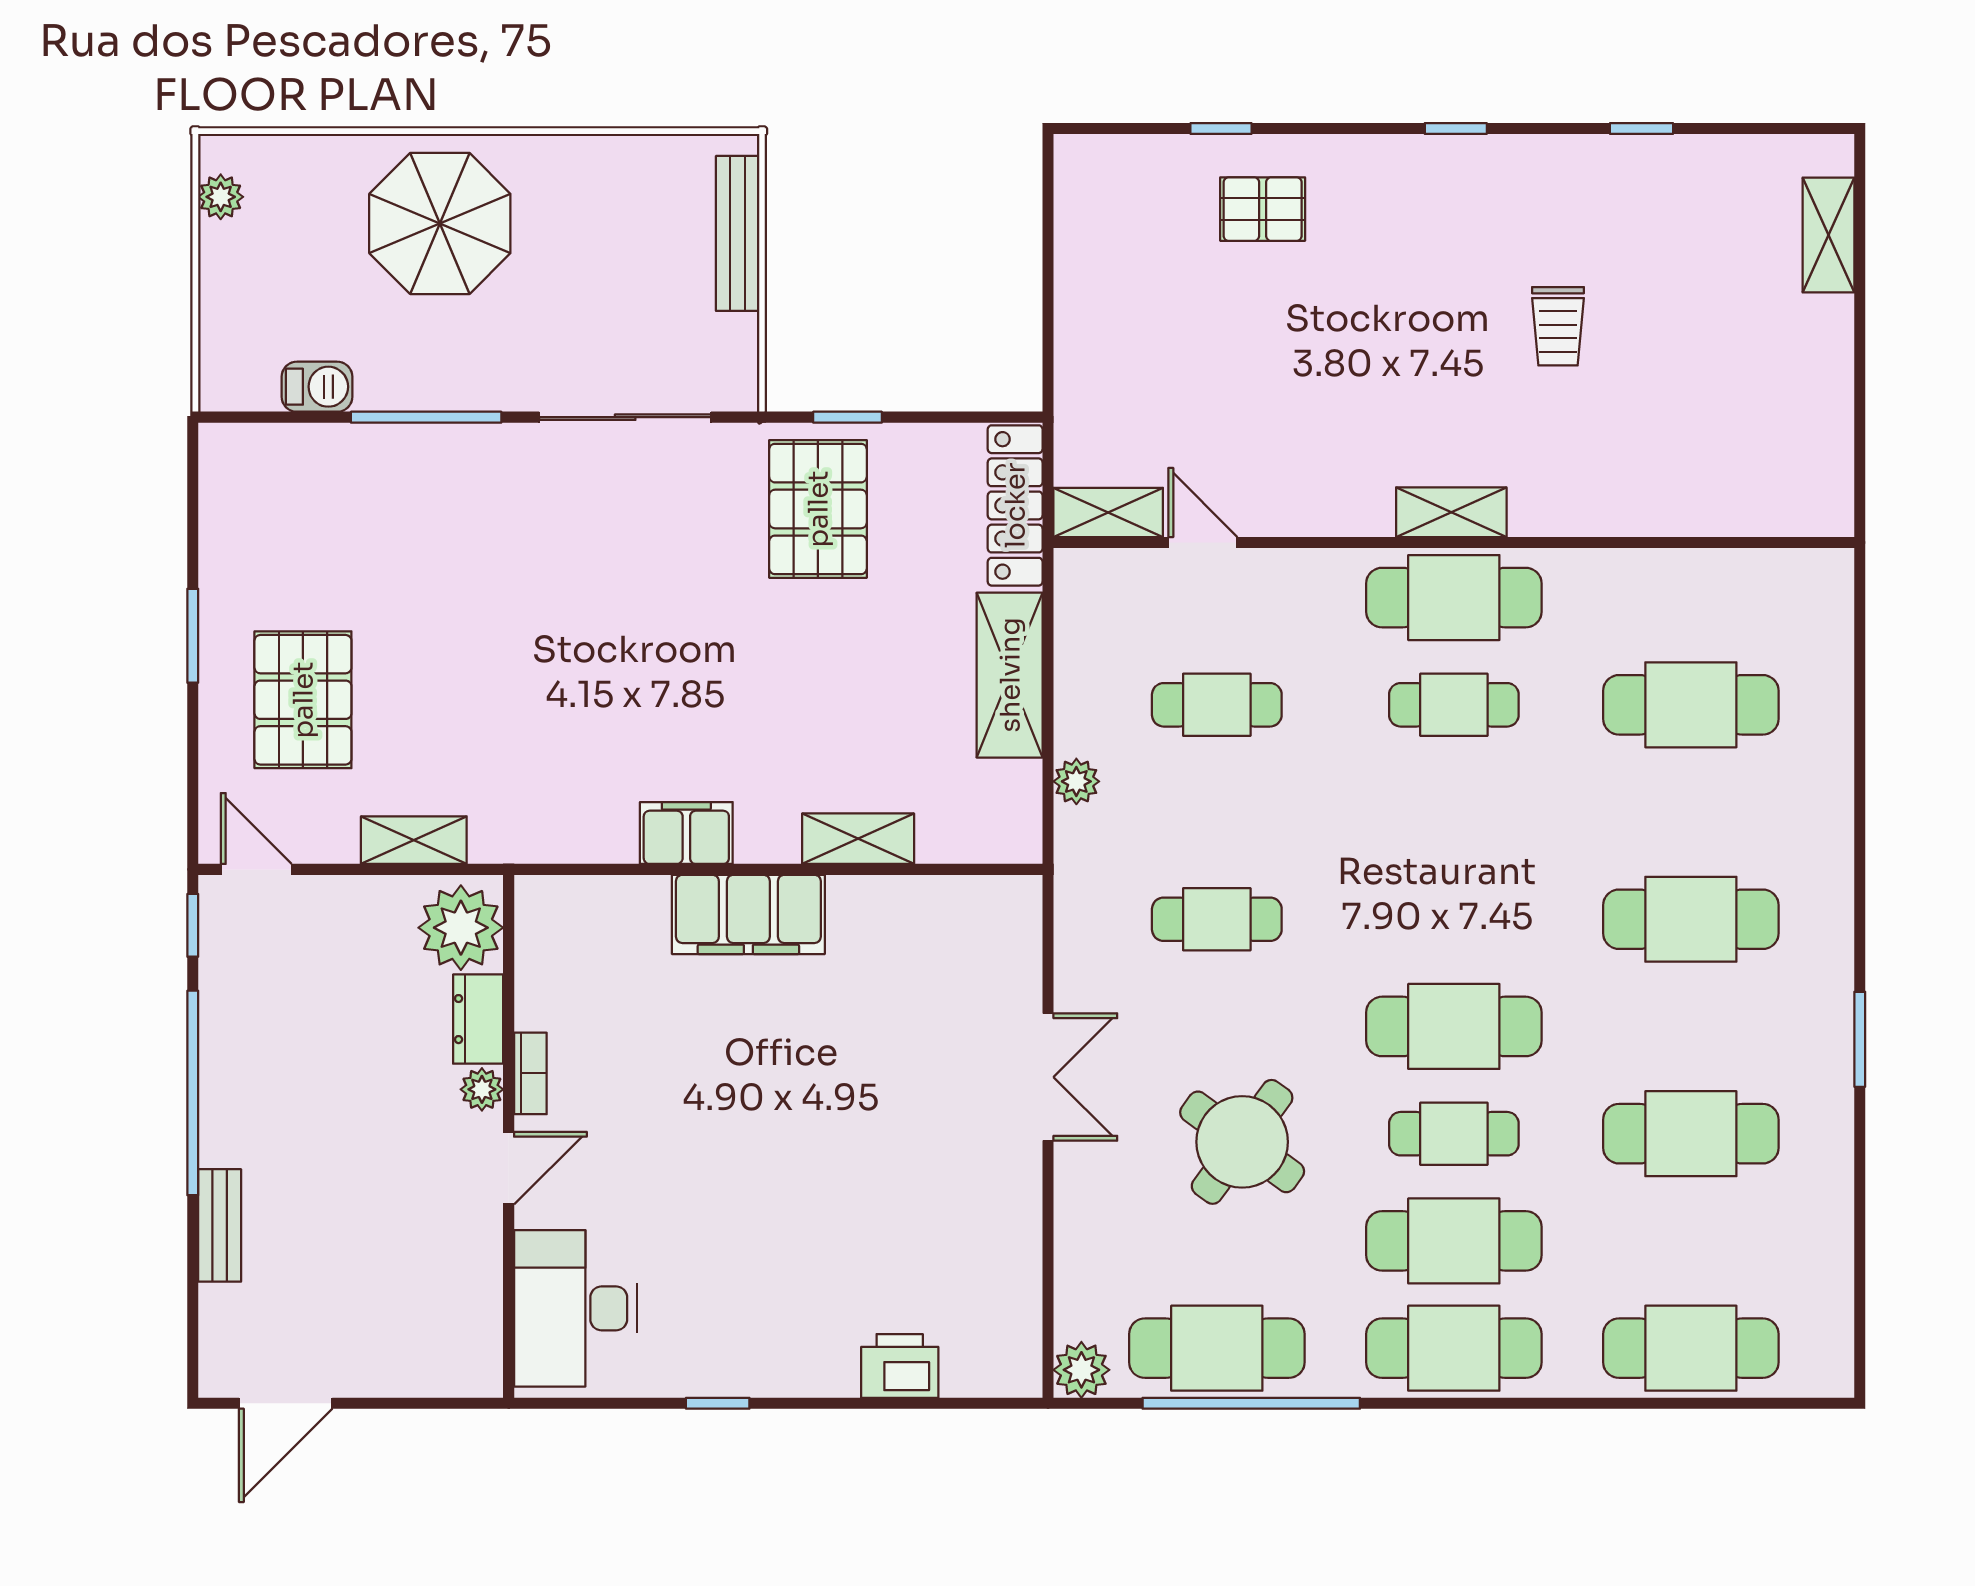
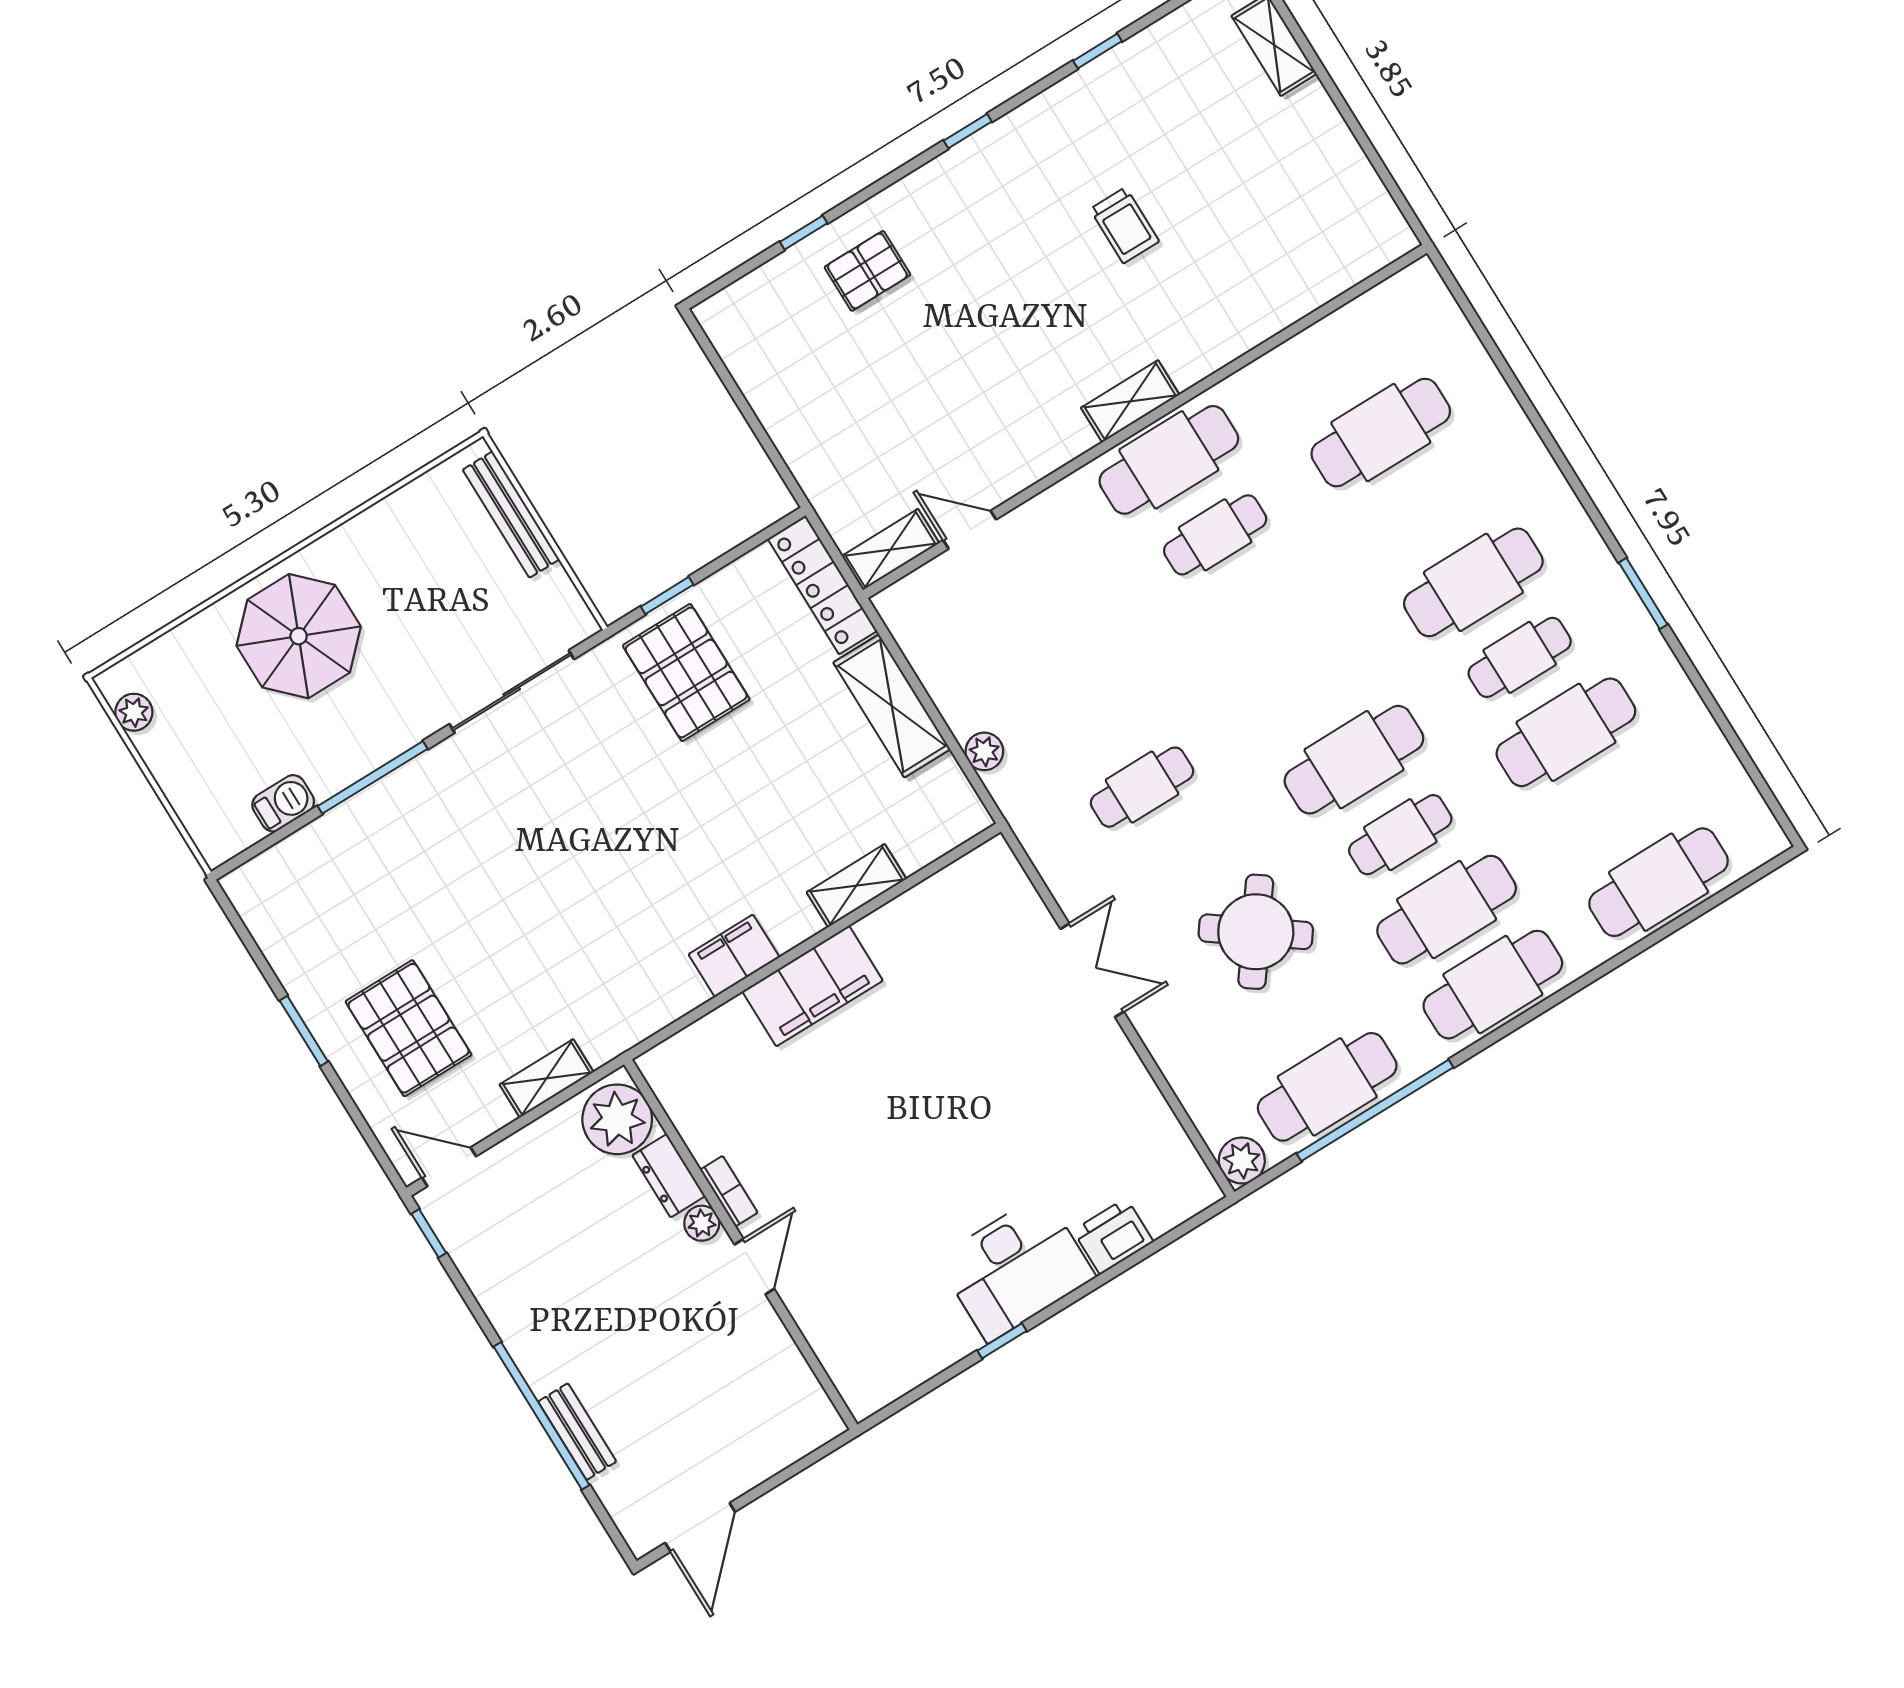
cafe table: (1217, 705) -> (1520, 657), moved
window: (193, 1093) -> (541, 1416), moved
desk: (576, 1308) -> (1016, 1268), moved, turned -90

